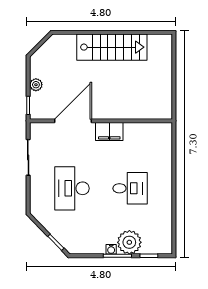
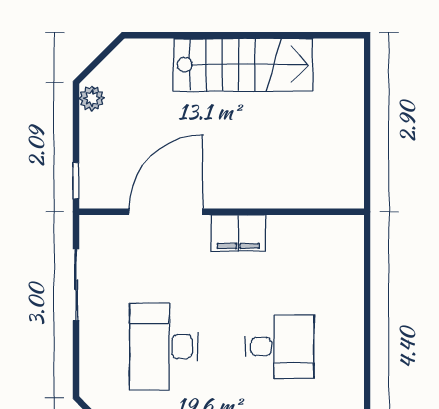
plant: (36, 85) -> (92, 98), moved

